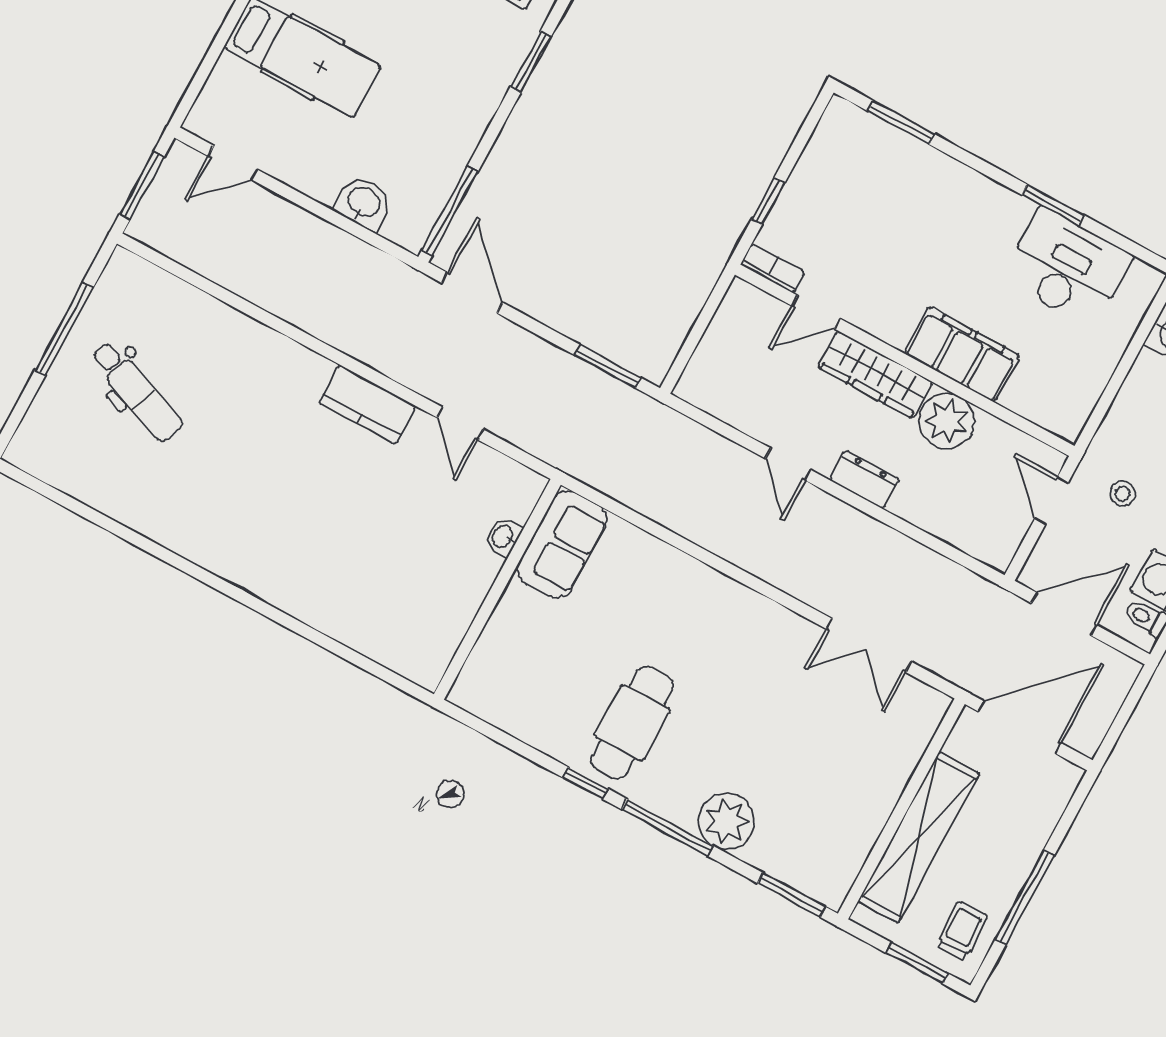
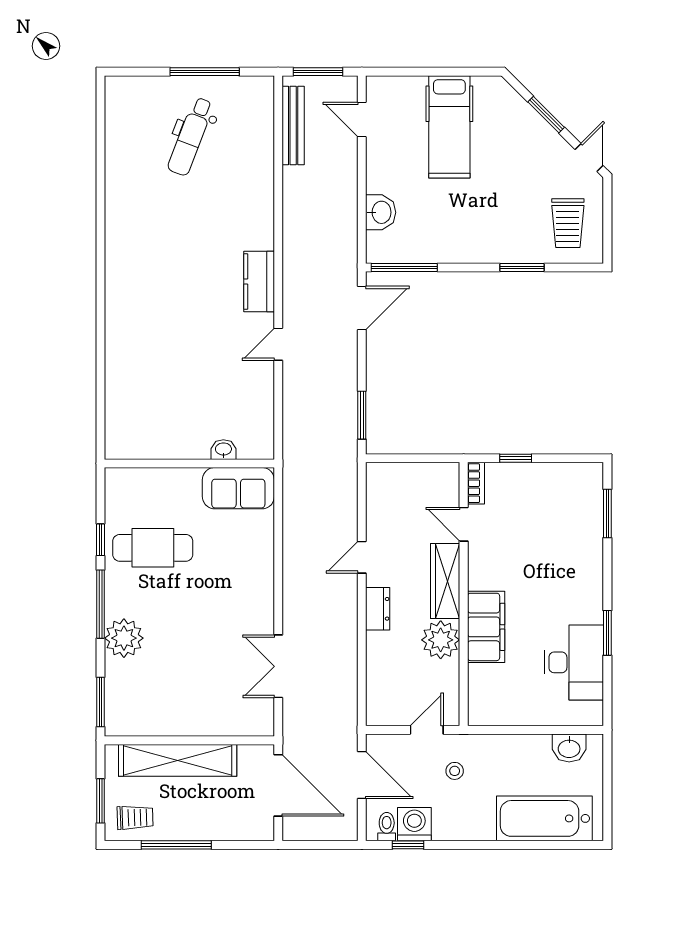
bench: (193, 254) -> (293, 126), added
washbasin: (503, 537) -> (223, 450), moved
sofa: (562, 544) -> (238, 488), moved
wall: (497, 589) -> (189, 463), moved

